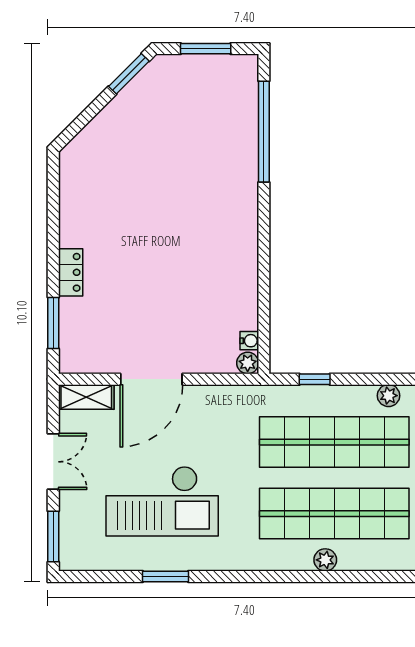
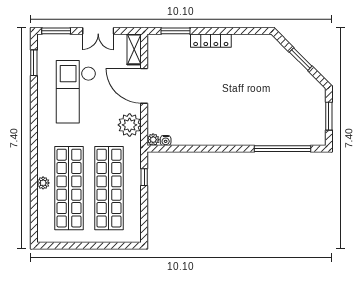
window: (129, 74) -> (301, 59), moved
locker: (71, 272) -> (211, 41), width x1.53
plant: (389, 396) -> (130, 125), moved, width x1.87, depth x1.87
window: (165, 576) -> (34, 63), moved

